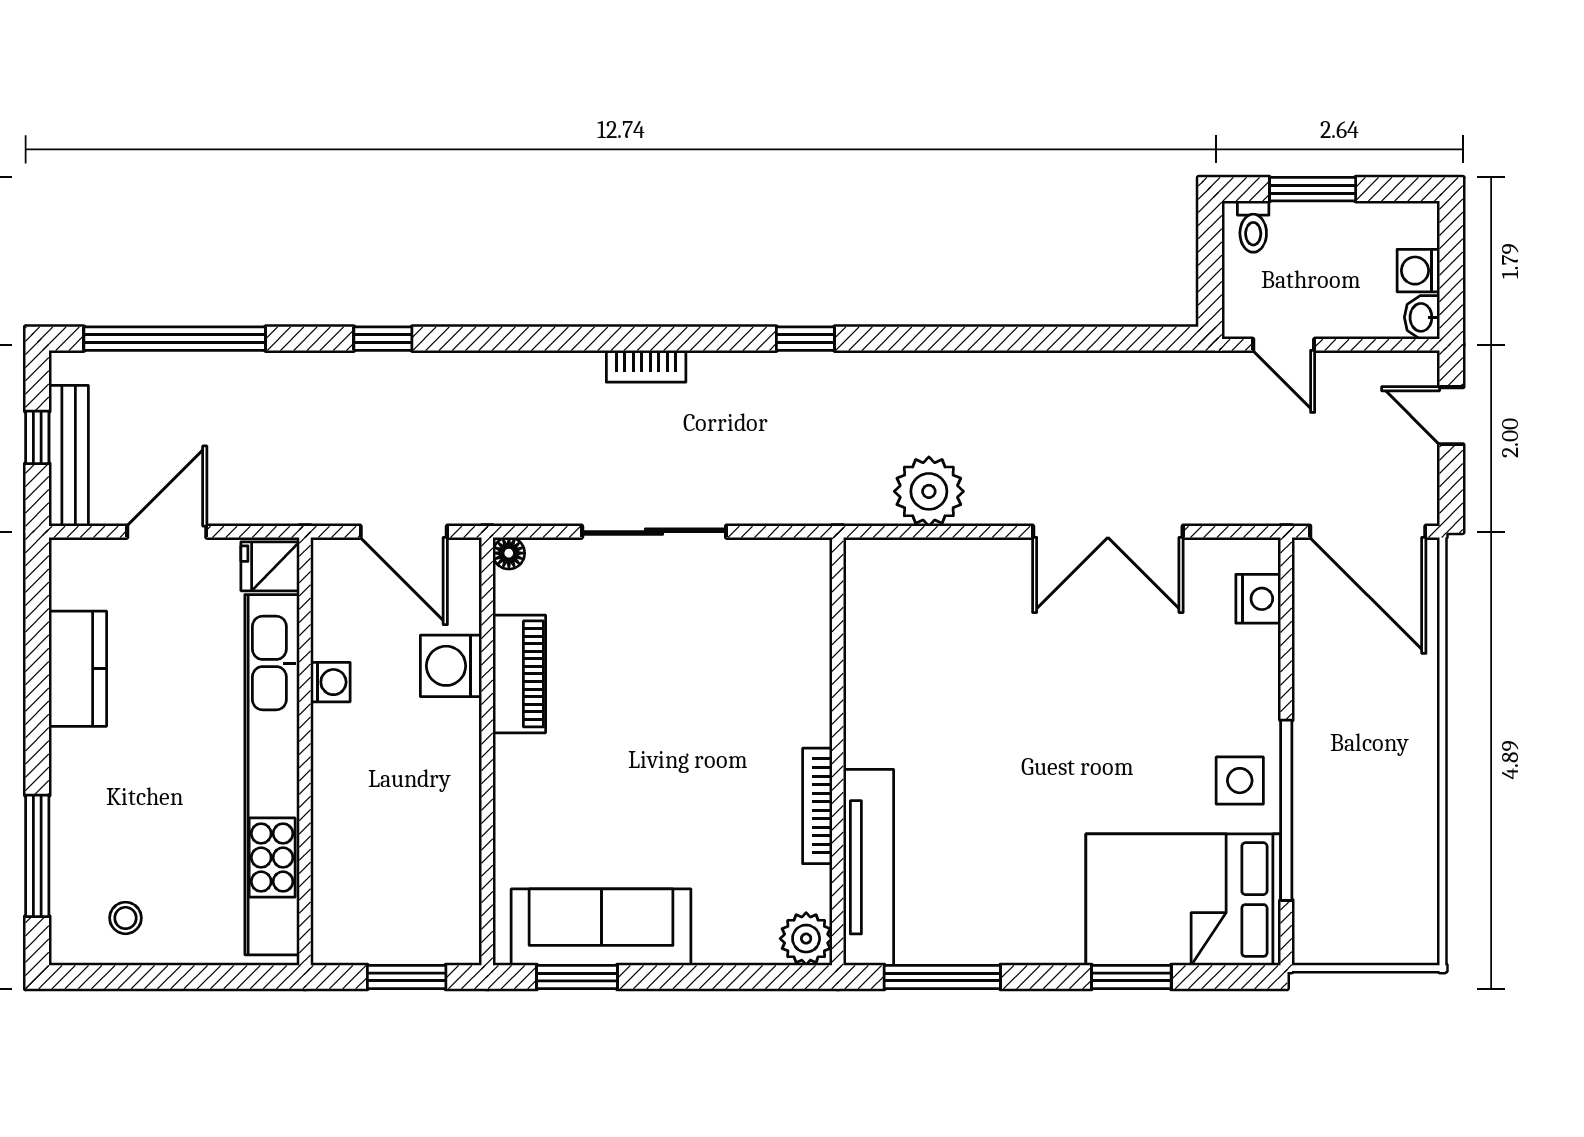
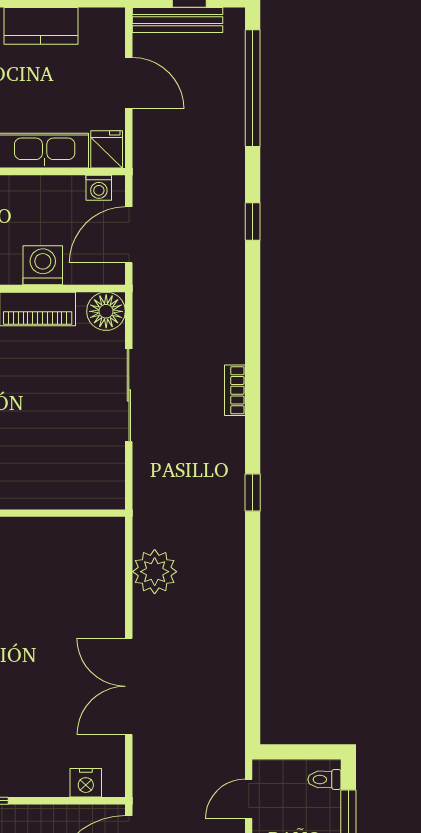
floor lamp: (509, 553) -> (106, 311), width x1.89, depth x1.89
washing machine: (330, 682) -> (99, 188), moved

